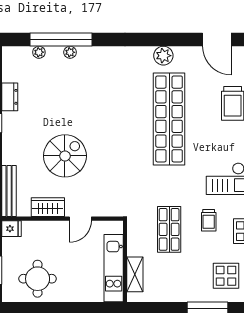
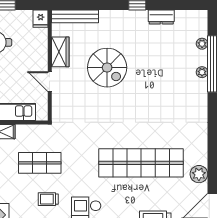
plant: (163, 56) -> (199, 174), moved

